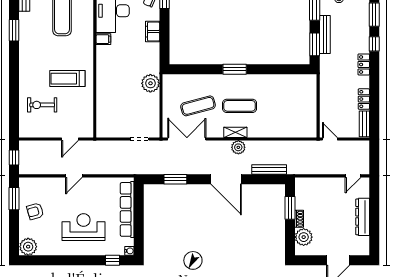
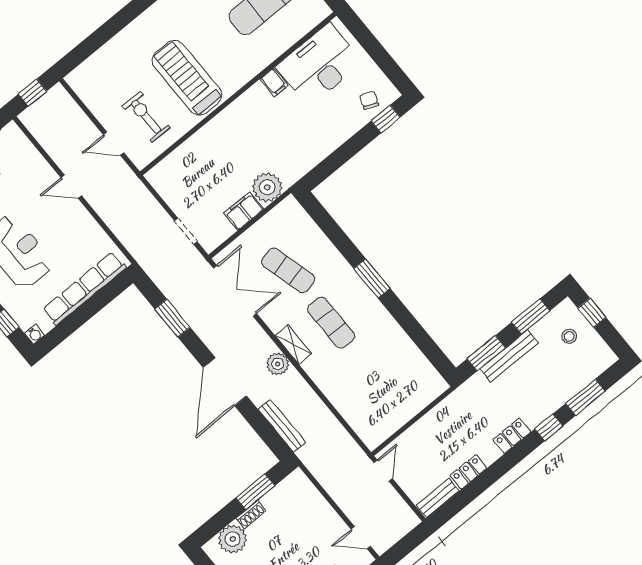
filing cabinet: (153, 32) -> (244, 211), moved
treadmill: (67, 79) -> (187, 78), width x1.37, depth x1.38
exercise bike: (42, 105) -> (146, 117), moved

